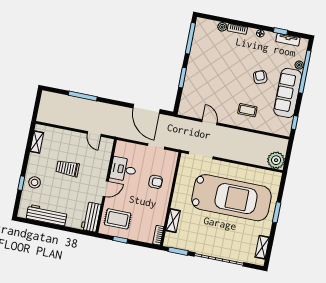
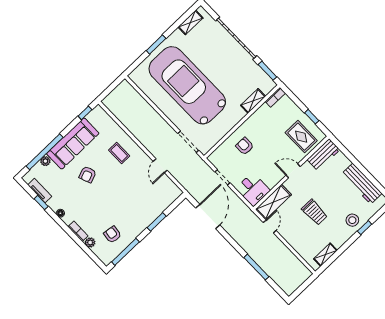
armchair: (209, 45) -> (113, 235), added
shelving: (104, 154) -> (273, 202), added
plant: (276, 160) -> (125, 91), removed
desk: (123, 169) -> (253, 189), moved

